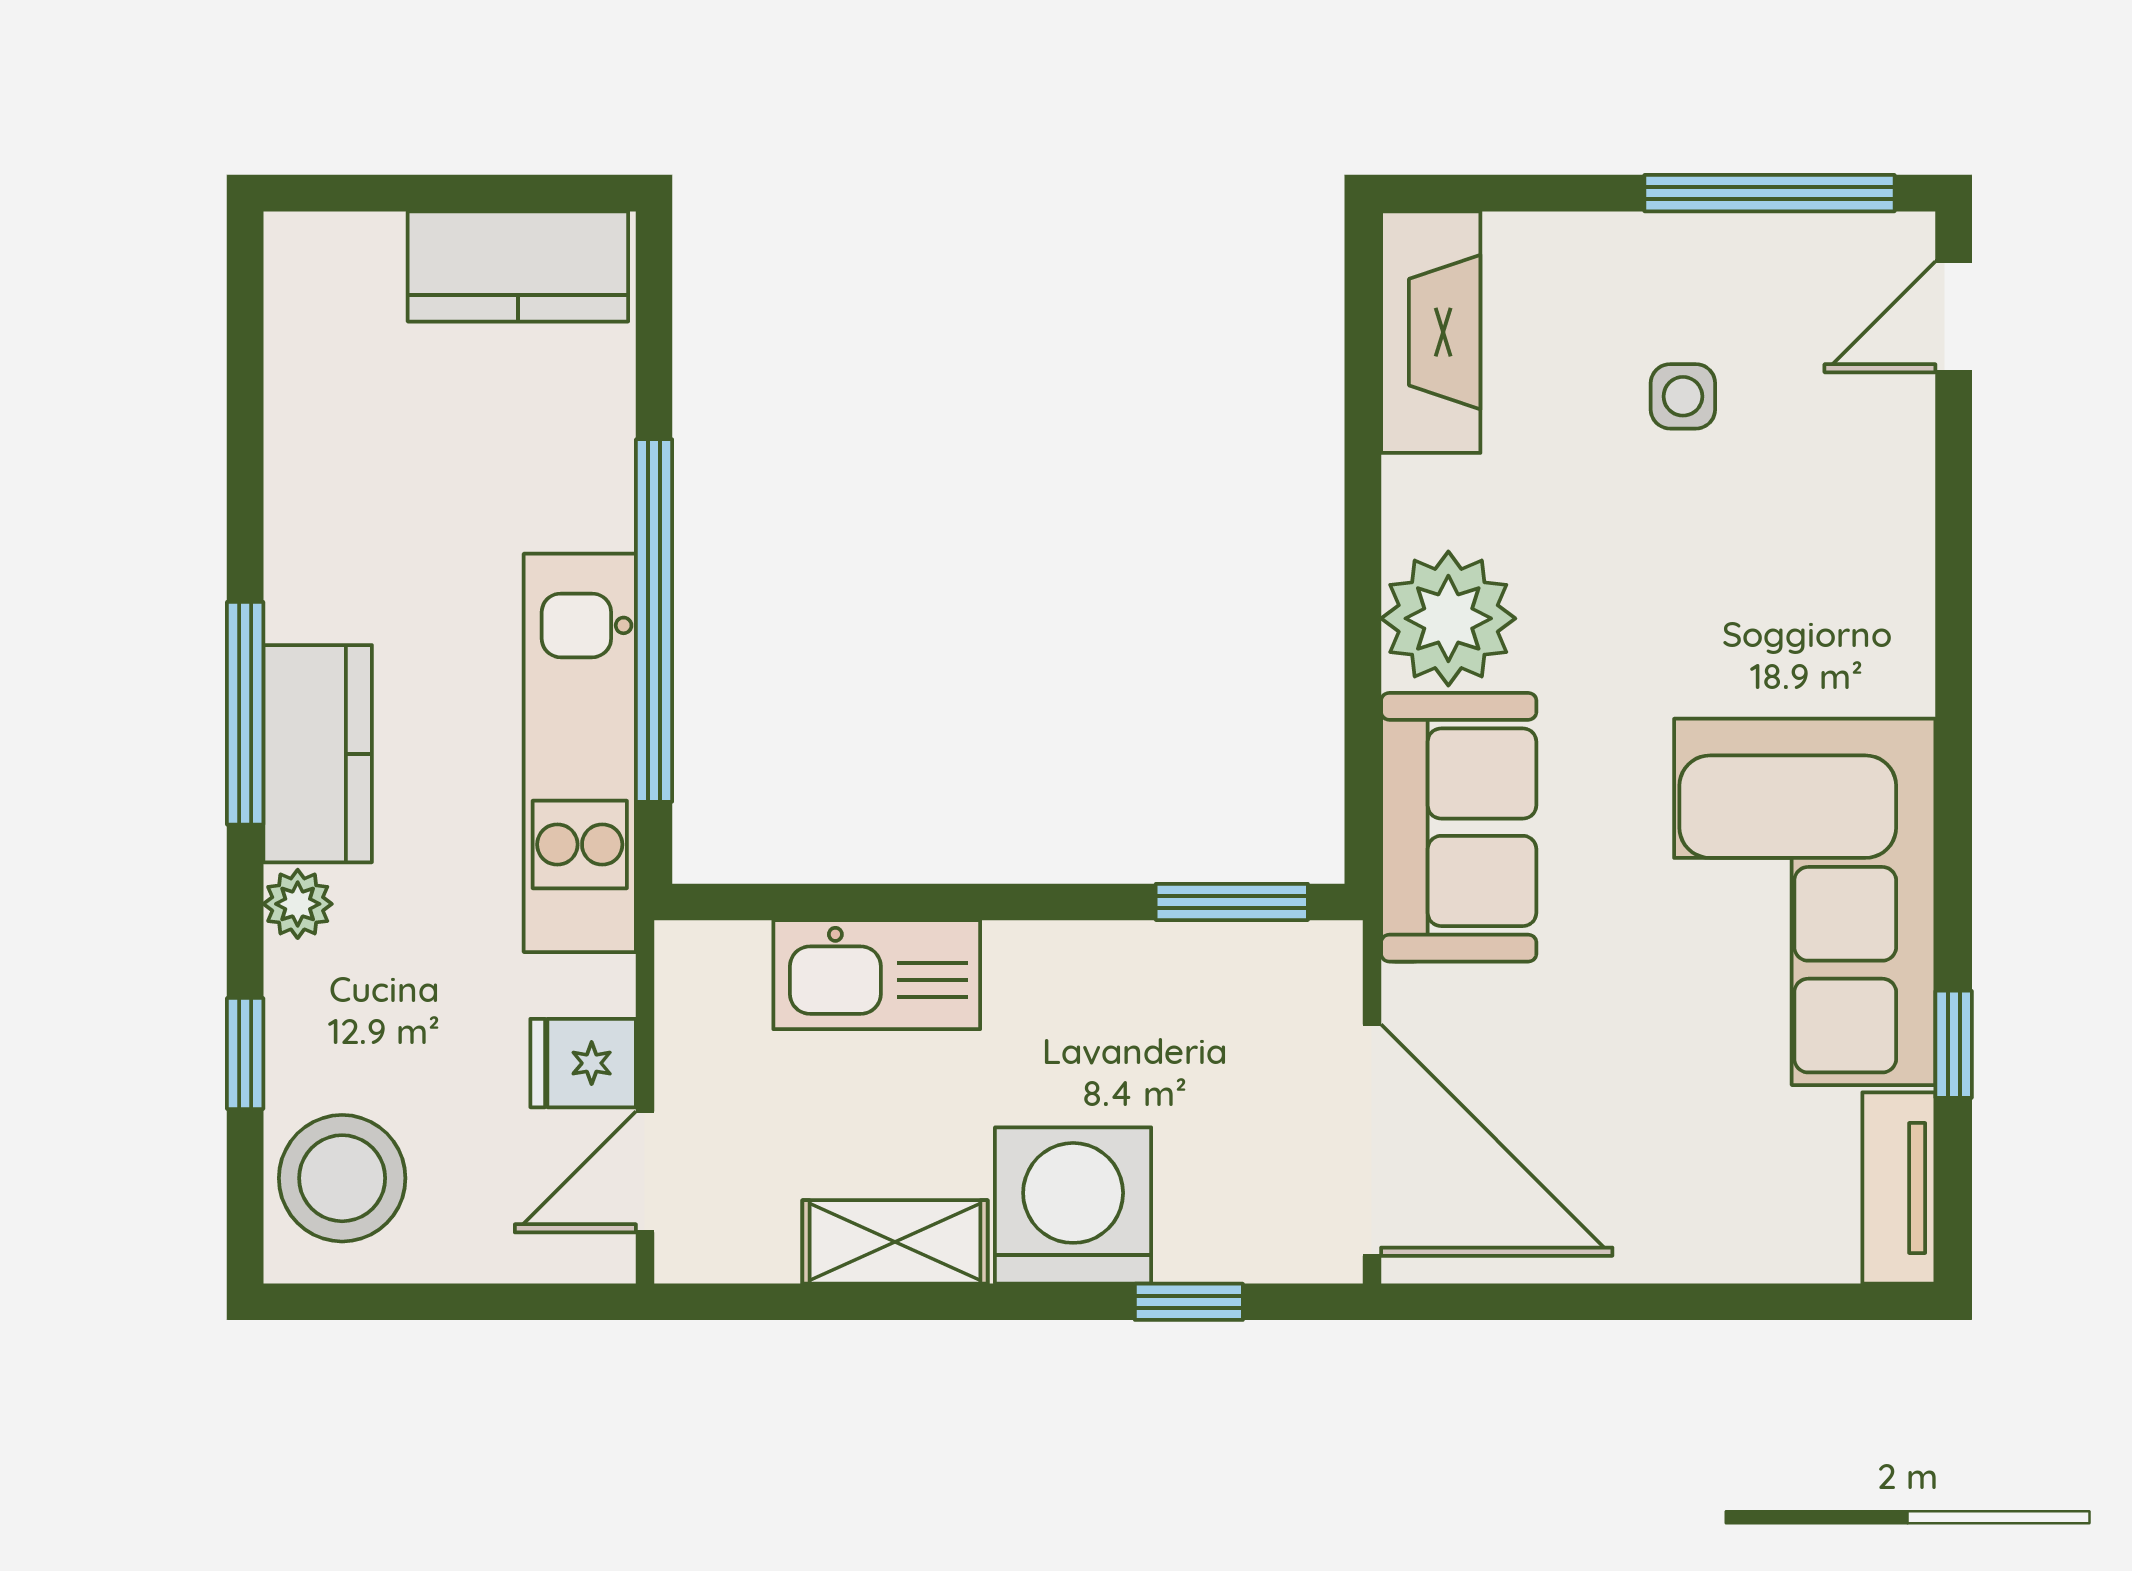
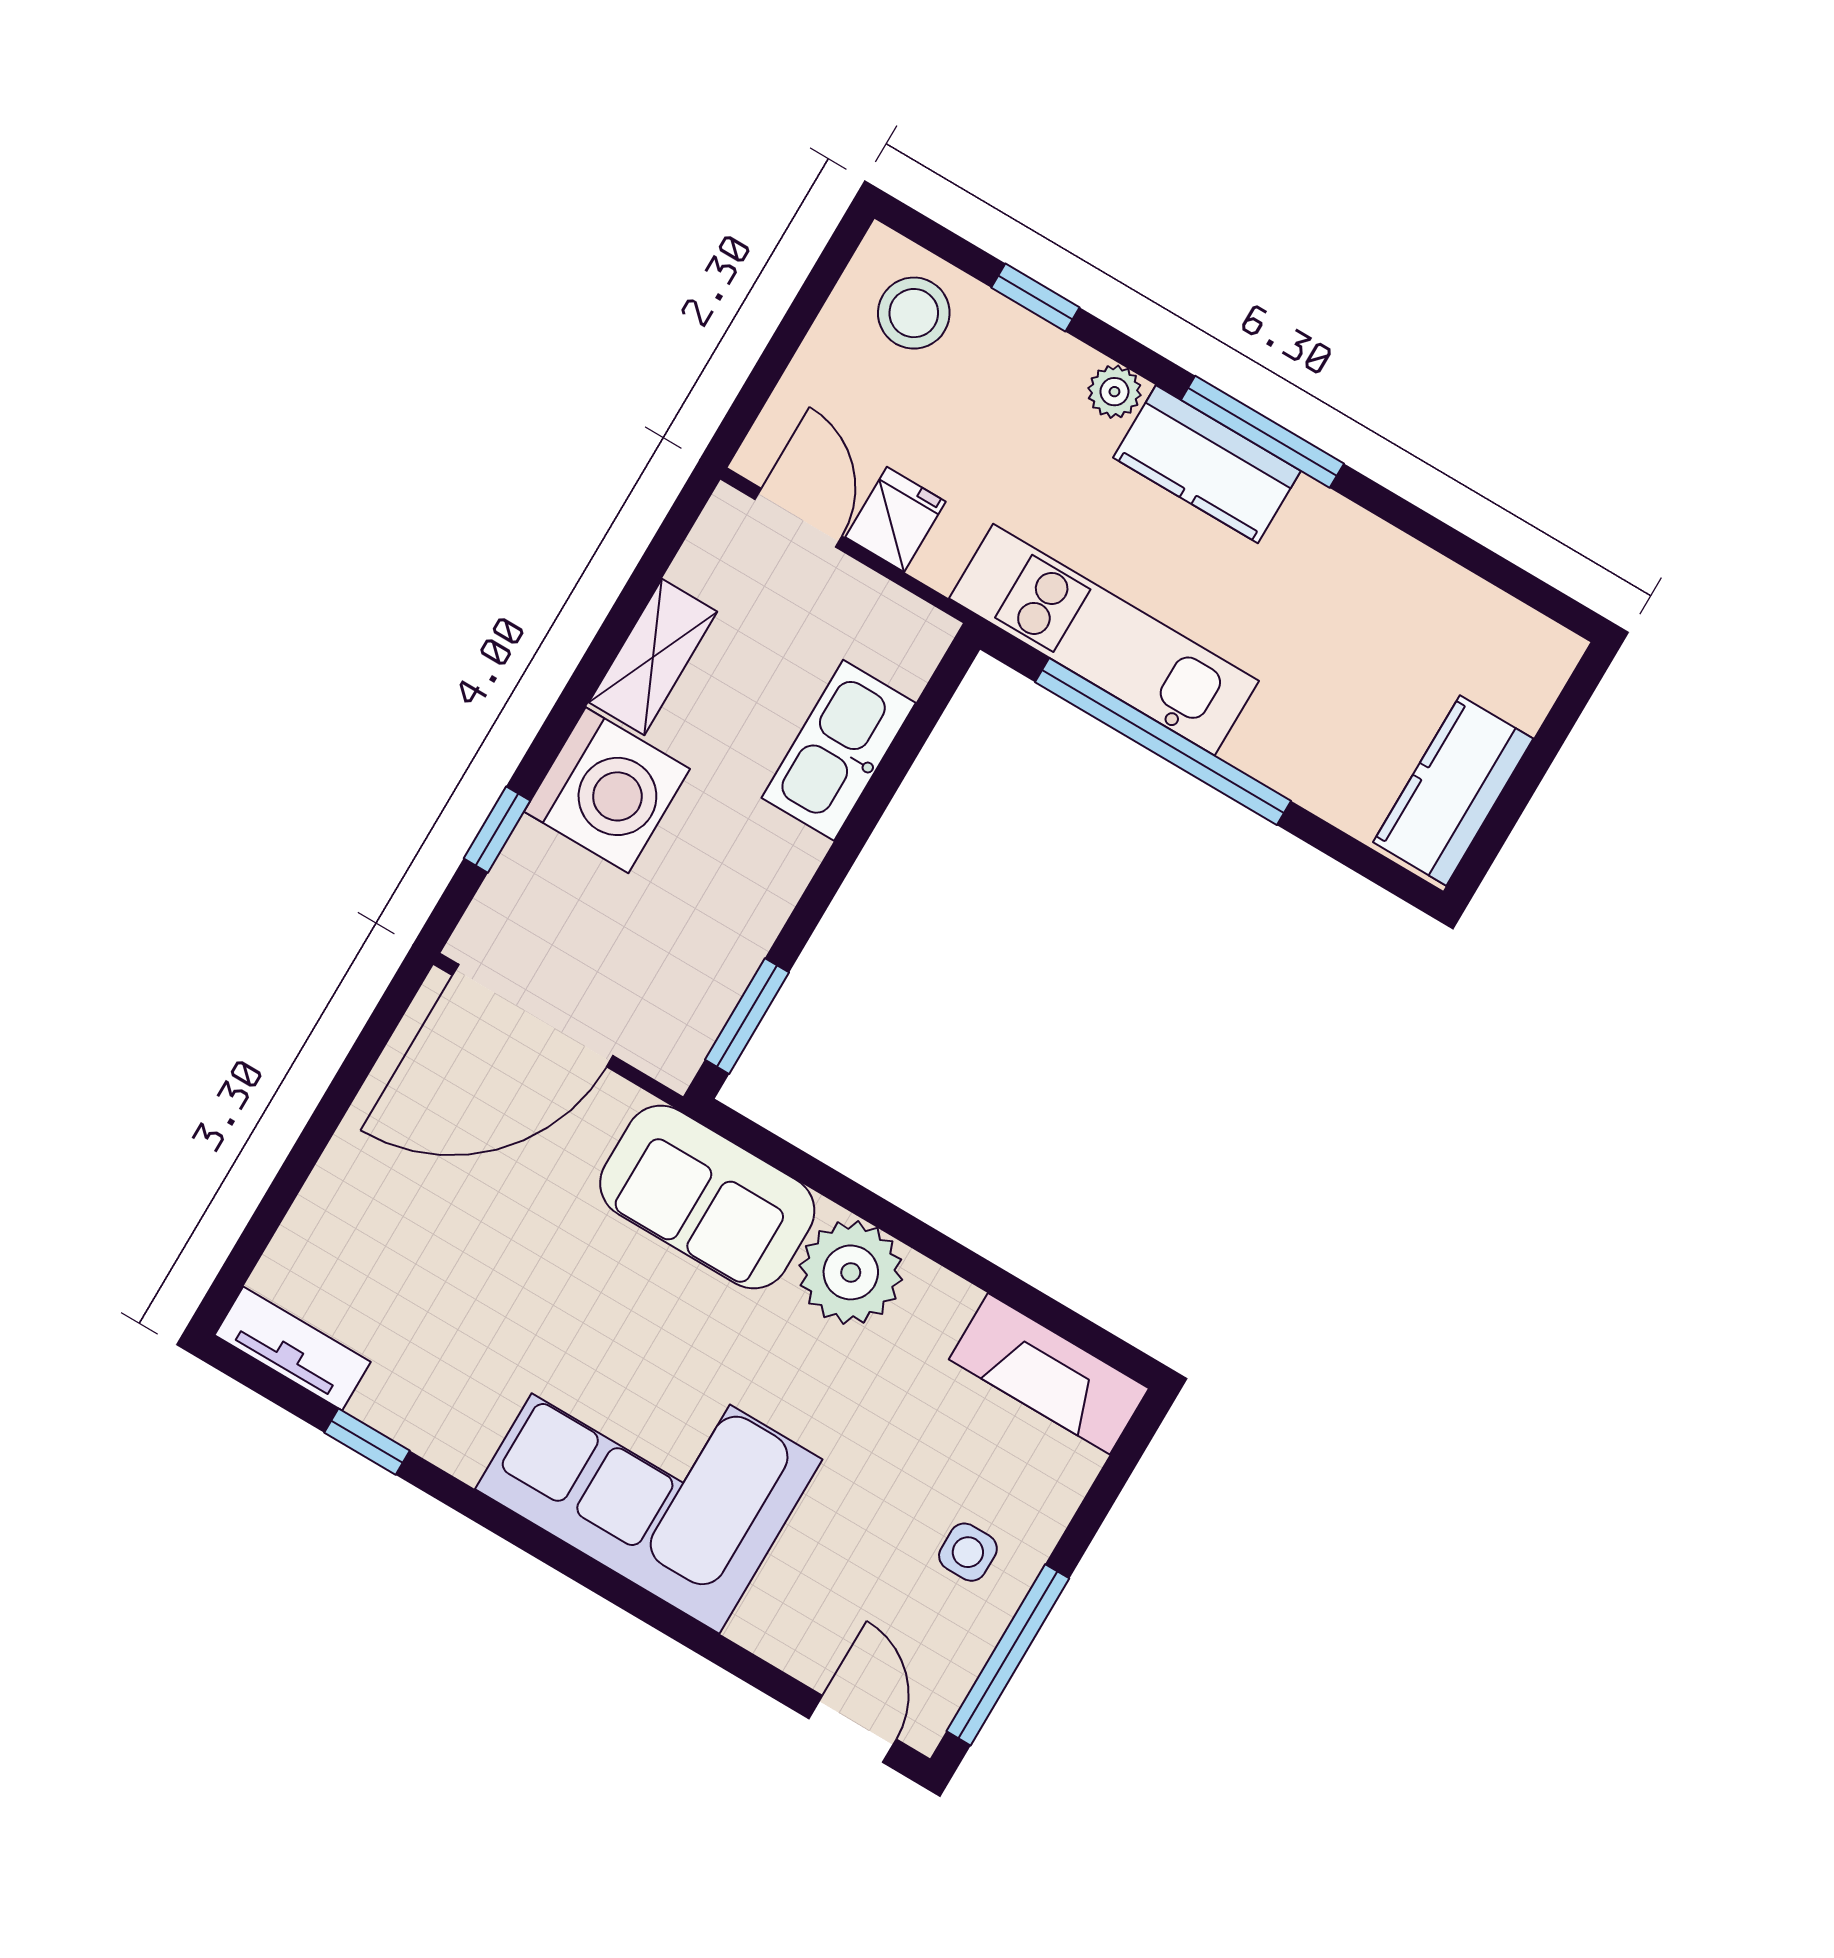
side table: (1683, 396) -> (968, 1552), moved
corner sofa: (1805, 902) -> (649, 1474), moved
stool: (342, 1178) -> (914, 313), width x0.73, depth x0.73

